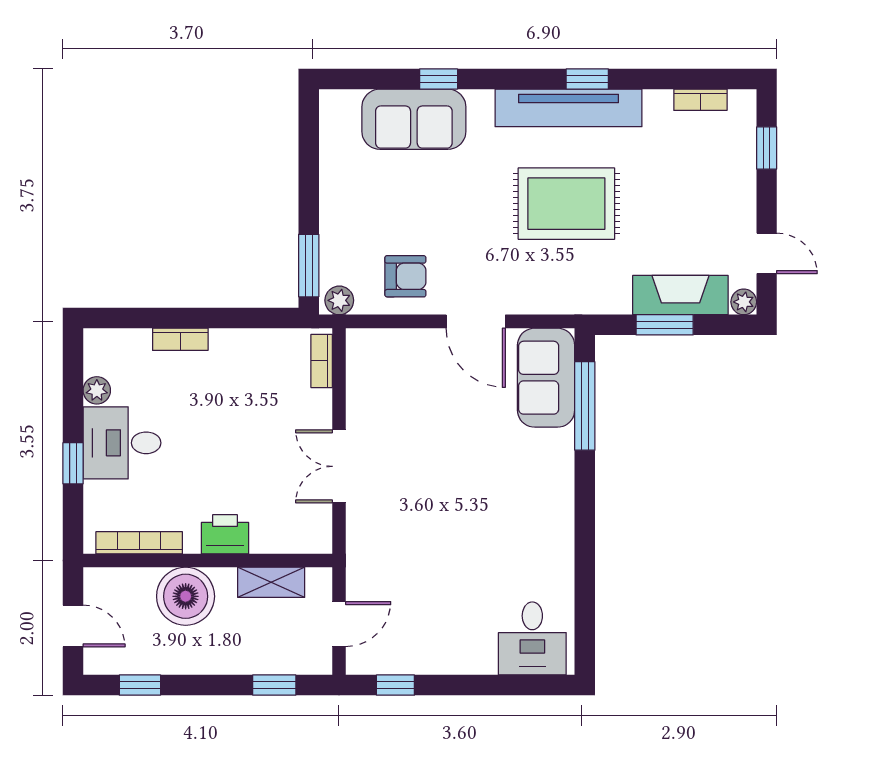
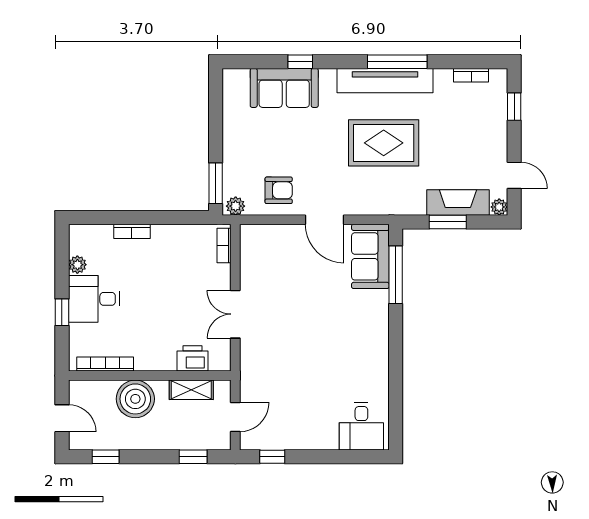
window: (587, 79) -> (397, 62), width x2.17
printer: (225, 534) -> (192, 358), moved

